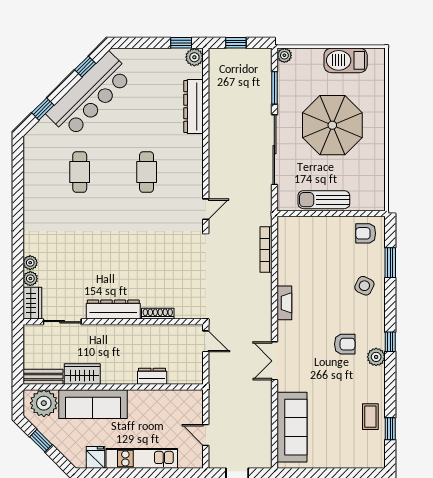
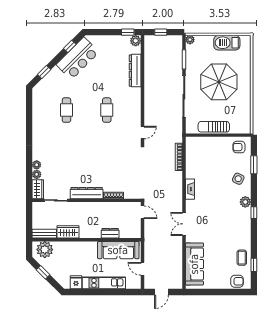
bar counter: (90, 95) -> (78, 58), width x0.73
armchair: (345, 344) -> (237, 281), moved
plant: (376, 357) -> (245, 202), moved
sofa: (93, 404) -> (118, 250), moved

